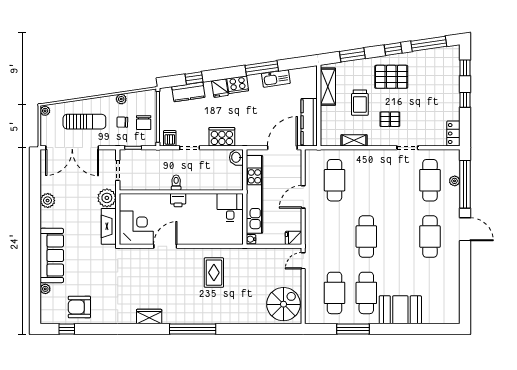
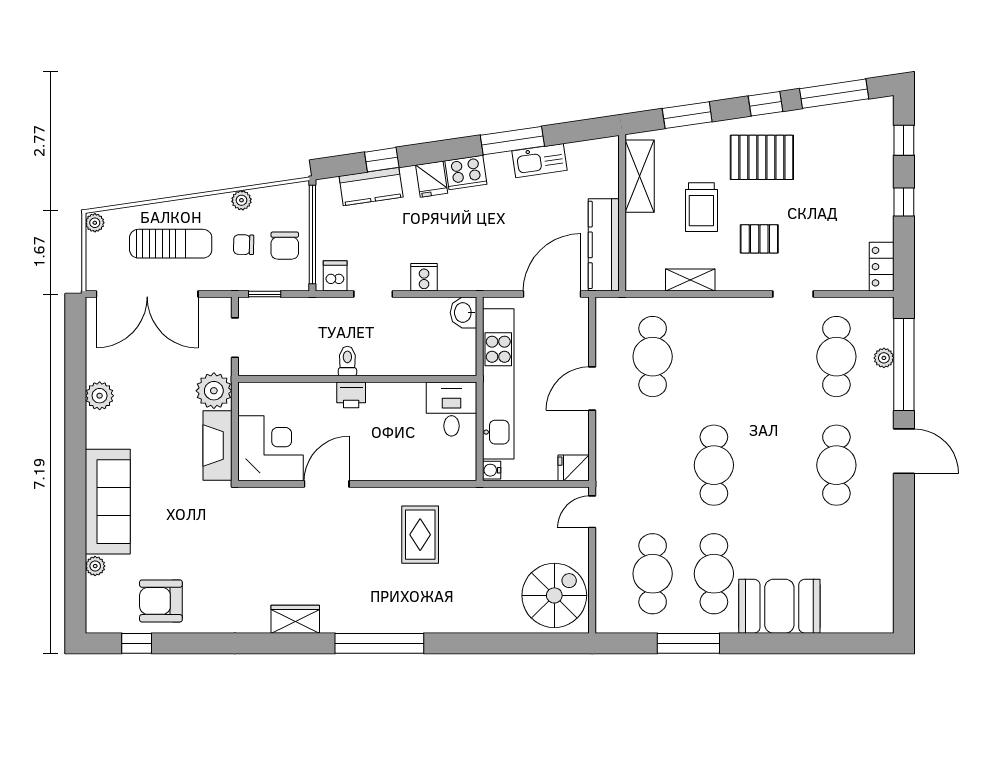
cooker: (222, 137) -> (424, 277), width x0.53, depth x0.76

